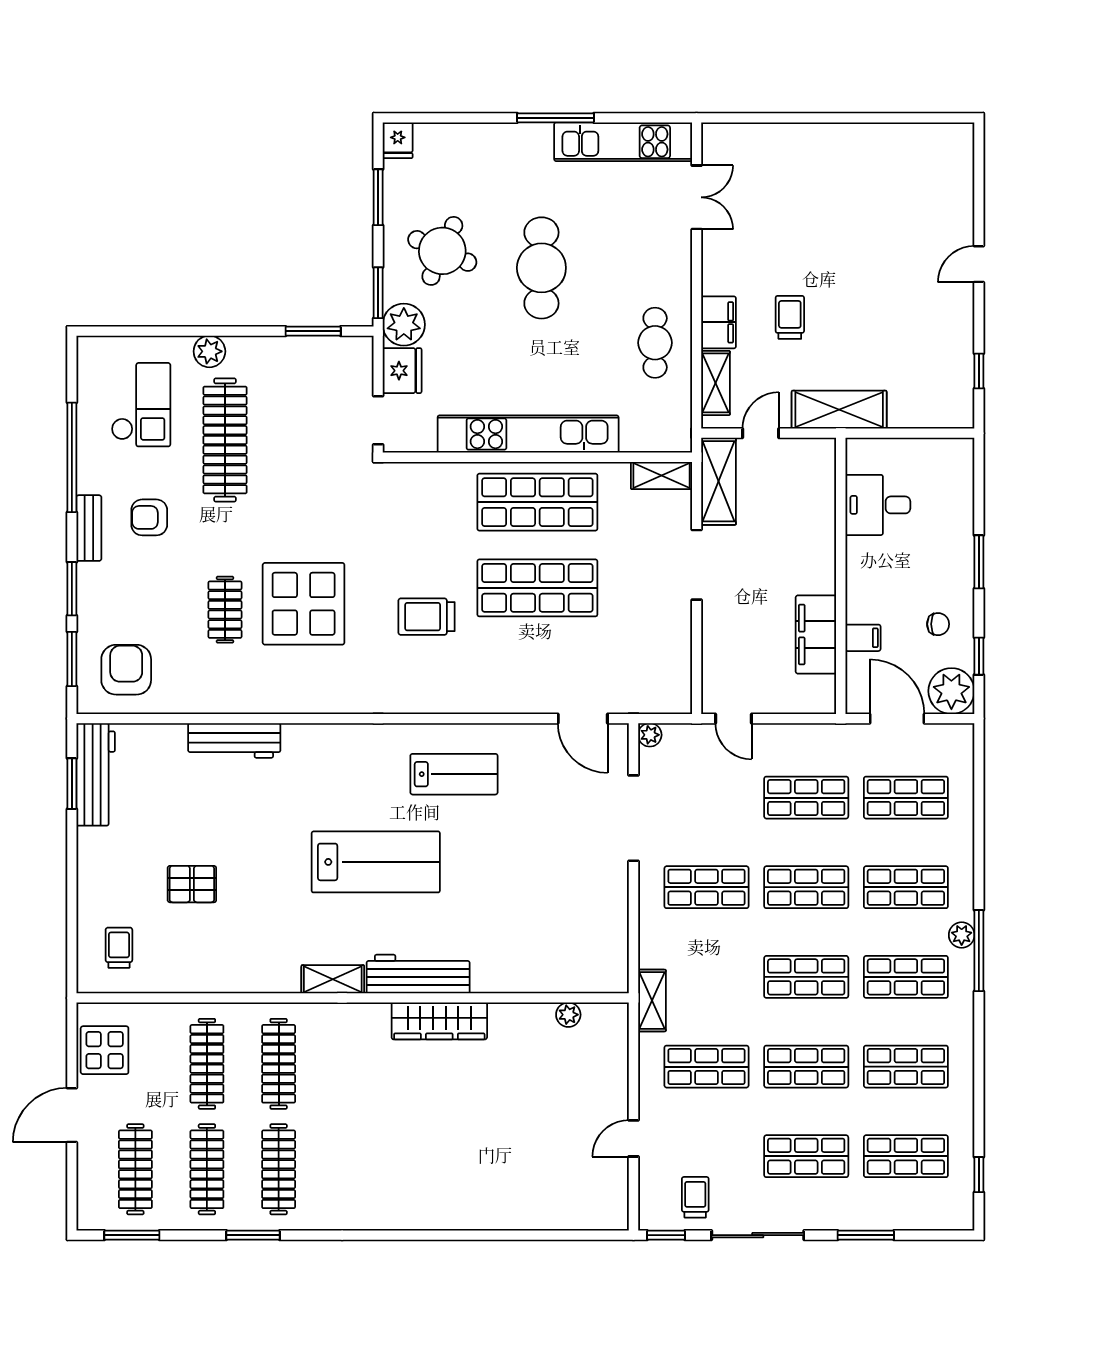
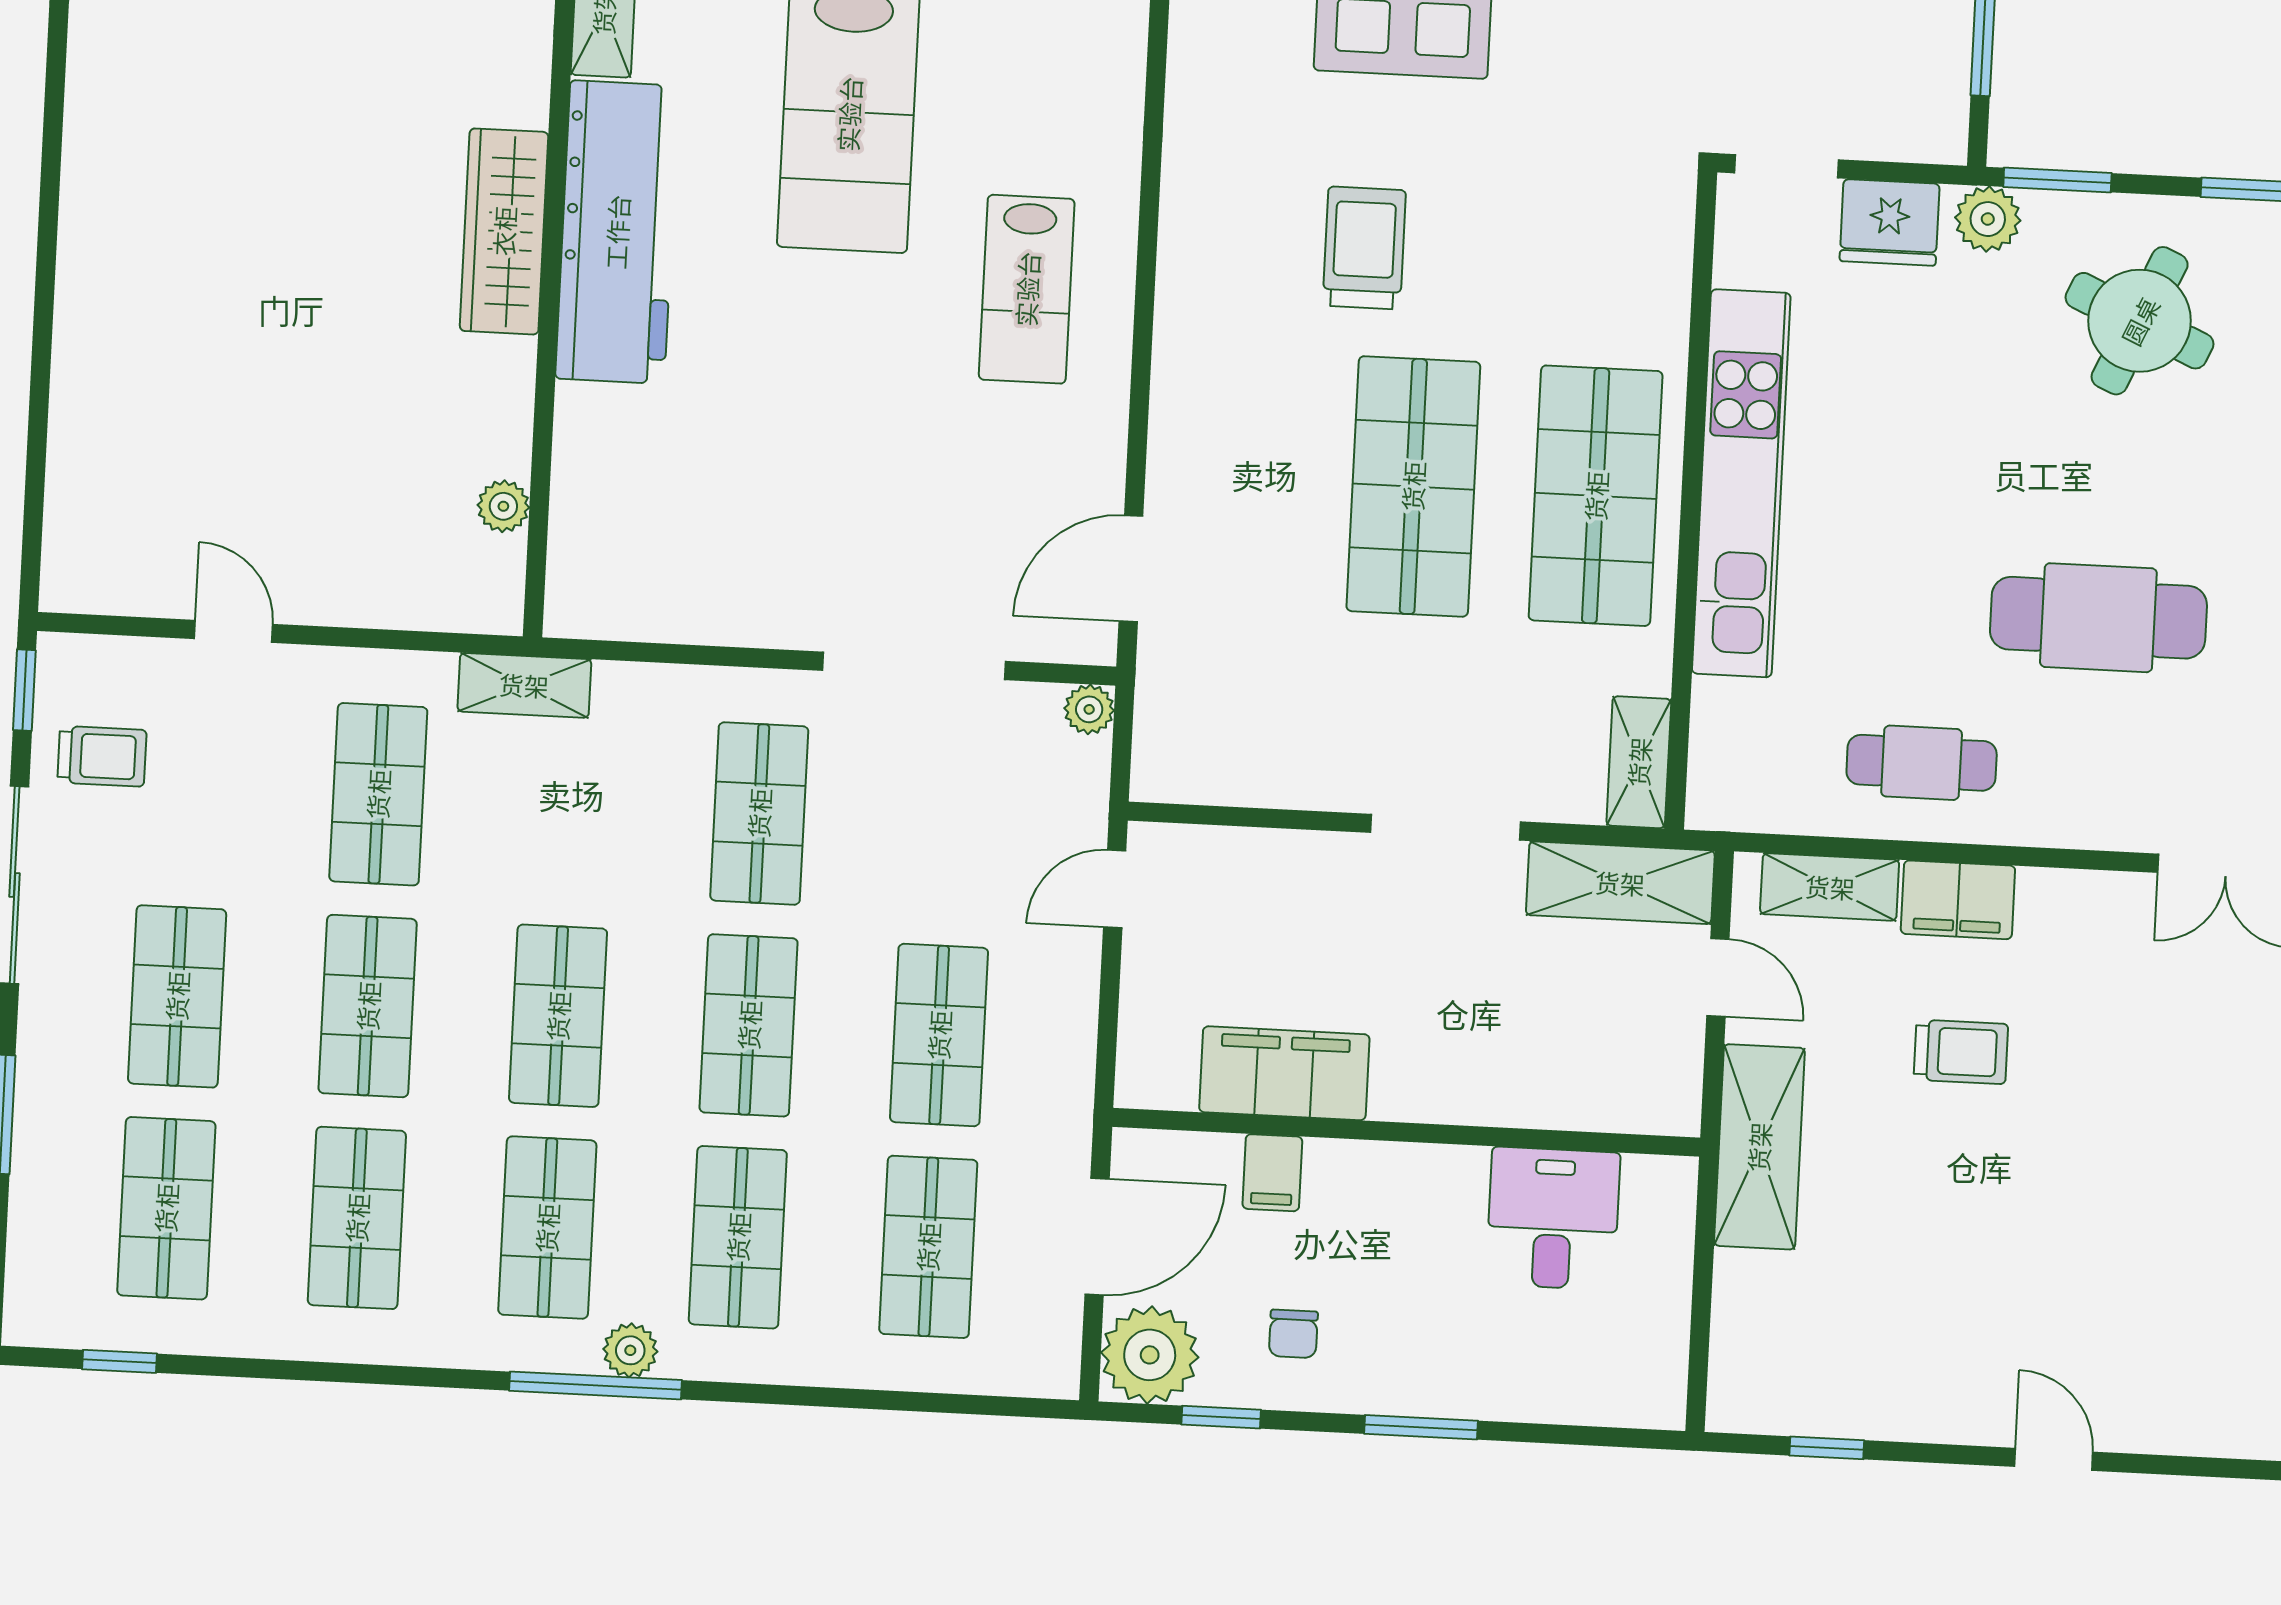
cafe table: (541, 268) -> (2098, 618), moved
plant: (404, 325) -> (1988, 219), width x0.73, depth x0.73
workbench: (418, 974) -> (617, 232), width x1.36, depth x1.32

